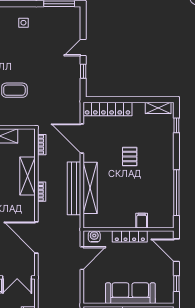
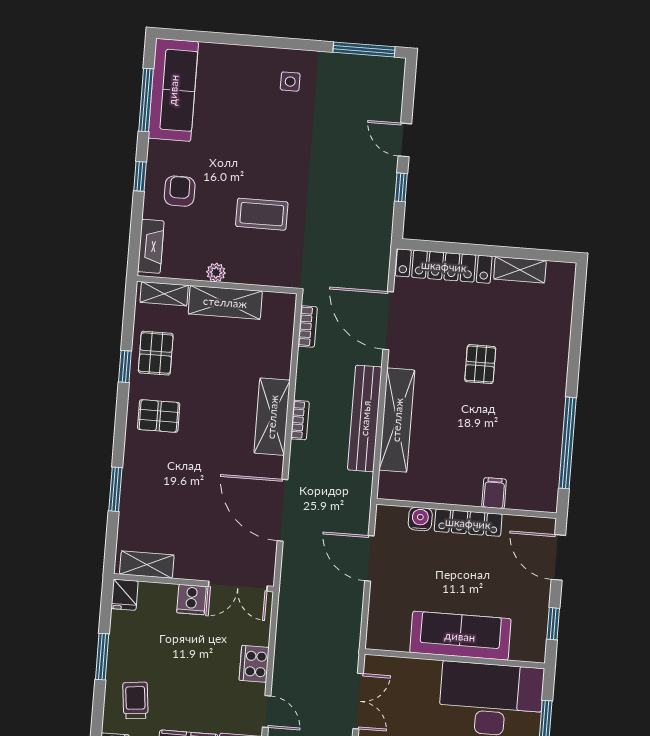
door: (83, 47) -> (405, 140), hinge flipped
shelving: (158, 108) -> (520, 270), moved
window: (176, 125) -> (578, 309), removed
shelving: (28, 176) -> (272, 417), moved
water cooler: (94, 236) -> (420, 519), moved
door: (82, 258) -> (369, 558), swing flipped

